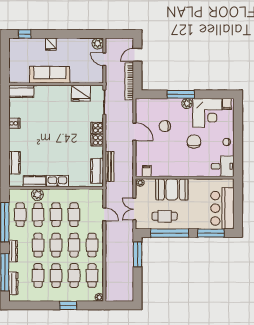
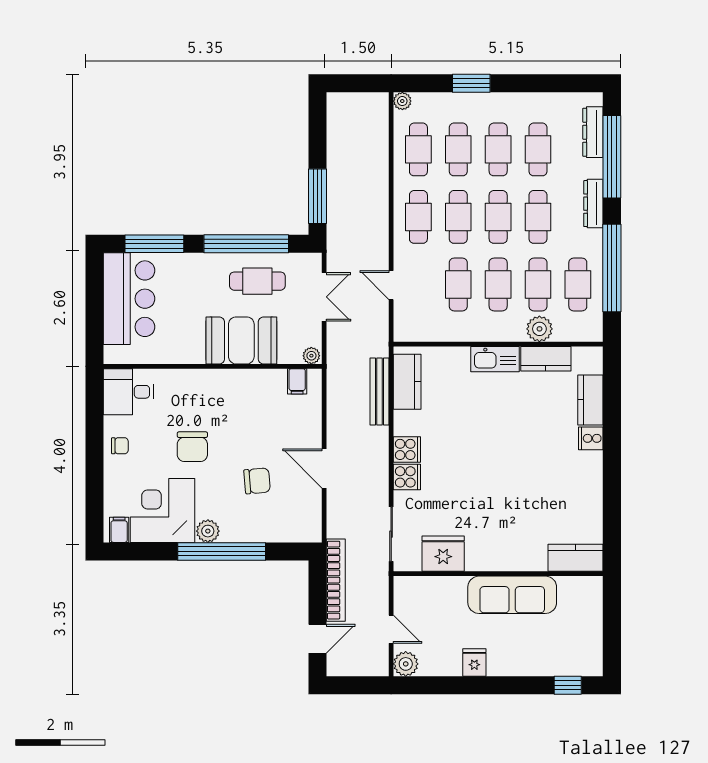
fridge: (51, 44) -> (474, 663), moved
window: (181, 94) -> (222, 551), width x1.46
cooker: (14, 123) -> (591, 438), moved

